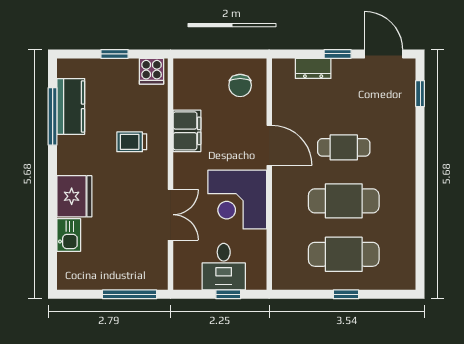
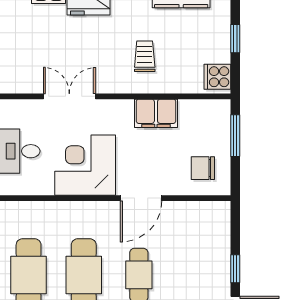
window: (209, 54) -> (235, 136), added
dresser: (313, 68) -> (220, 243), removed
double door: (170, 215) -> (69, 96), swing flipped

